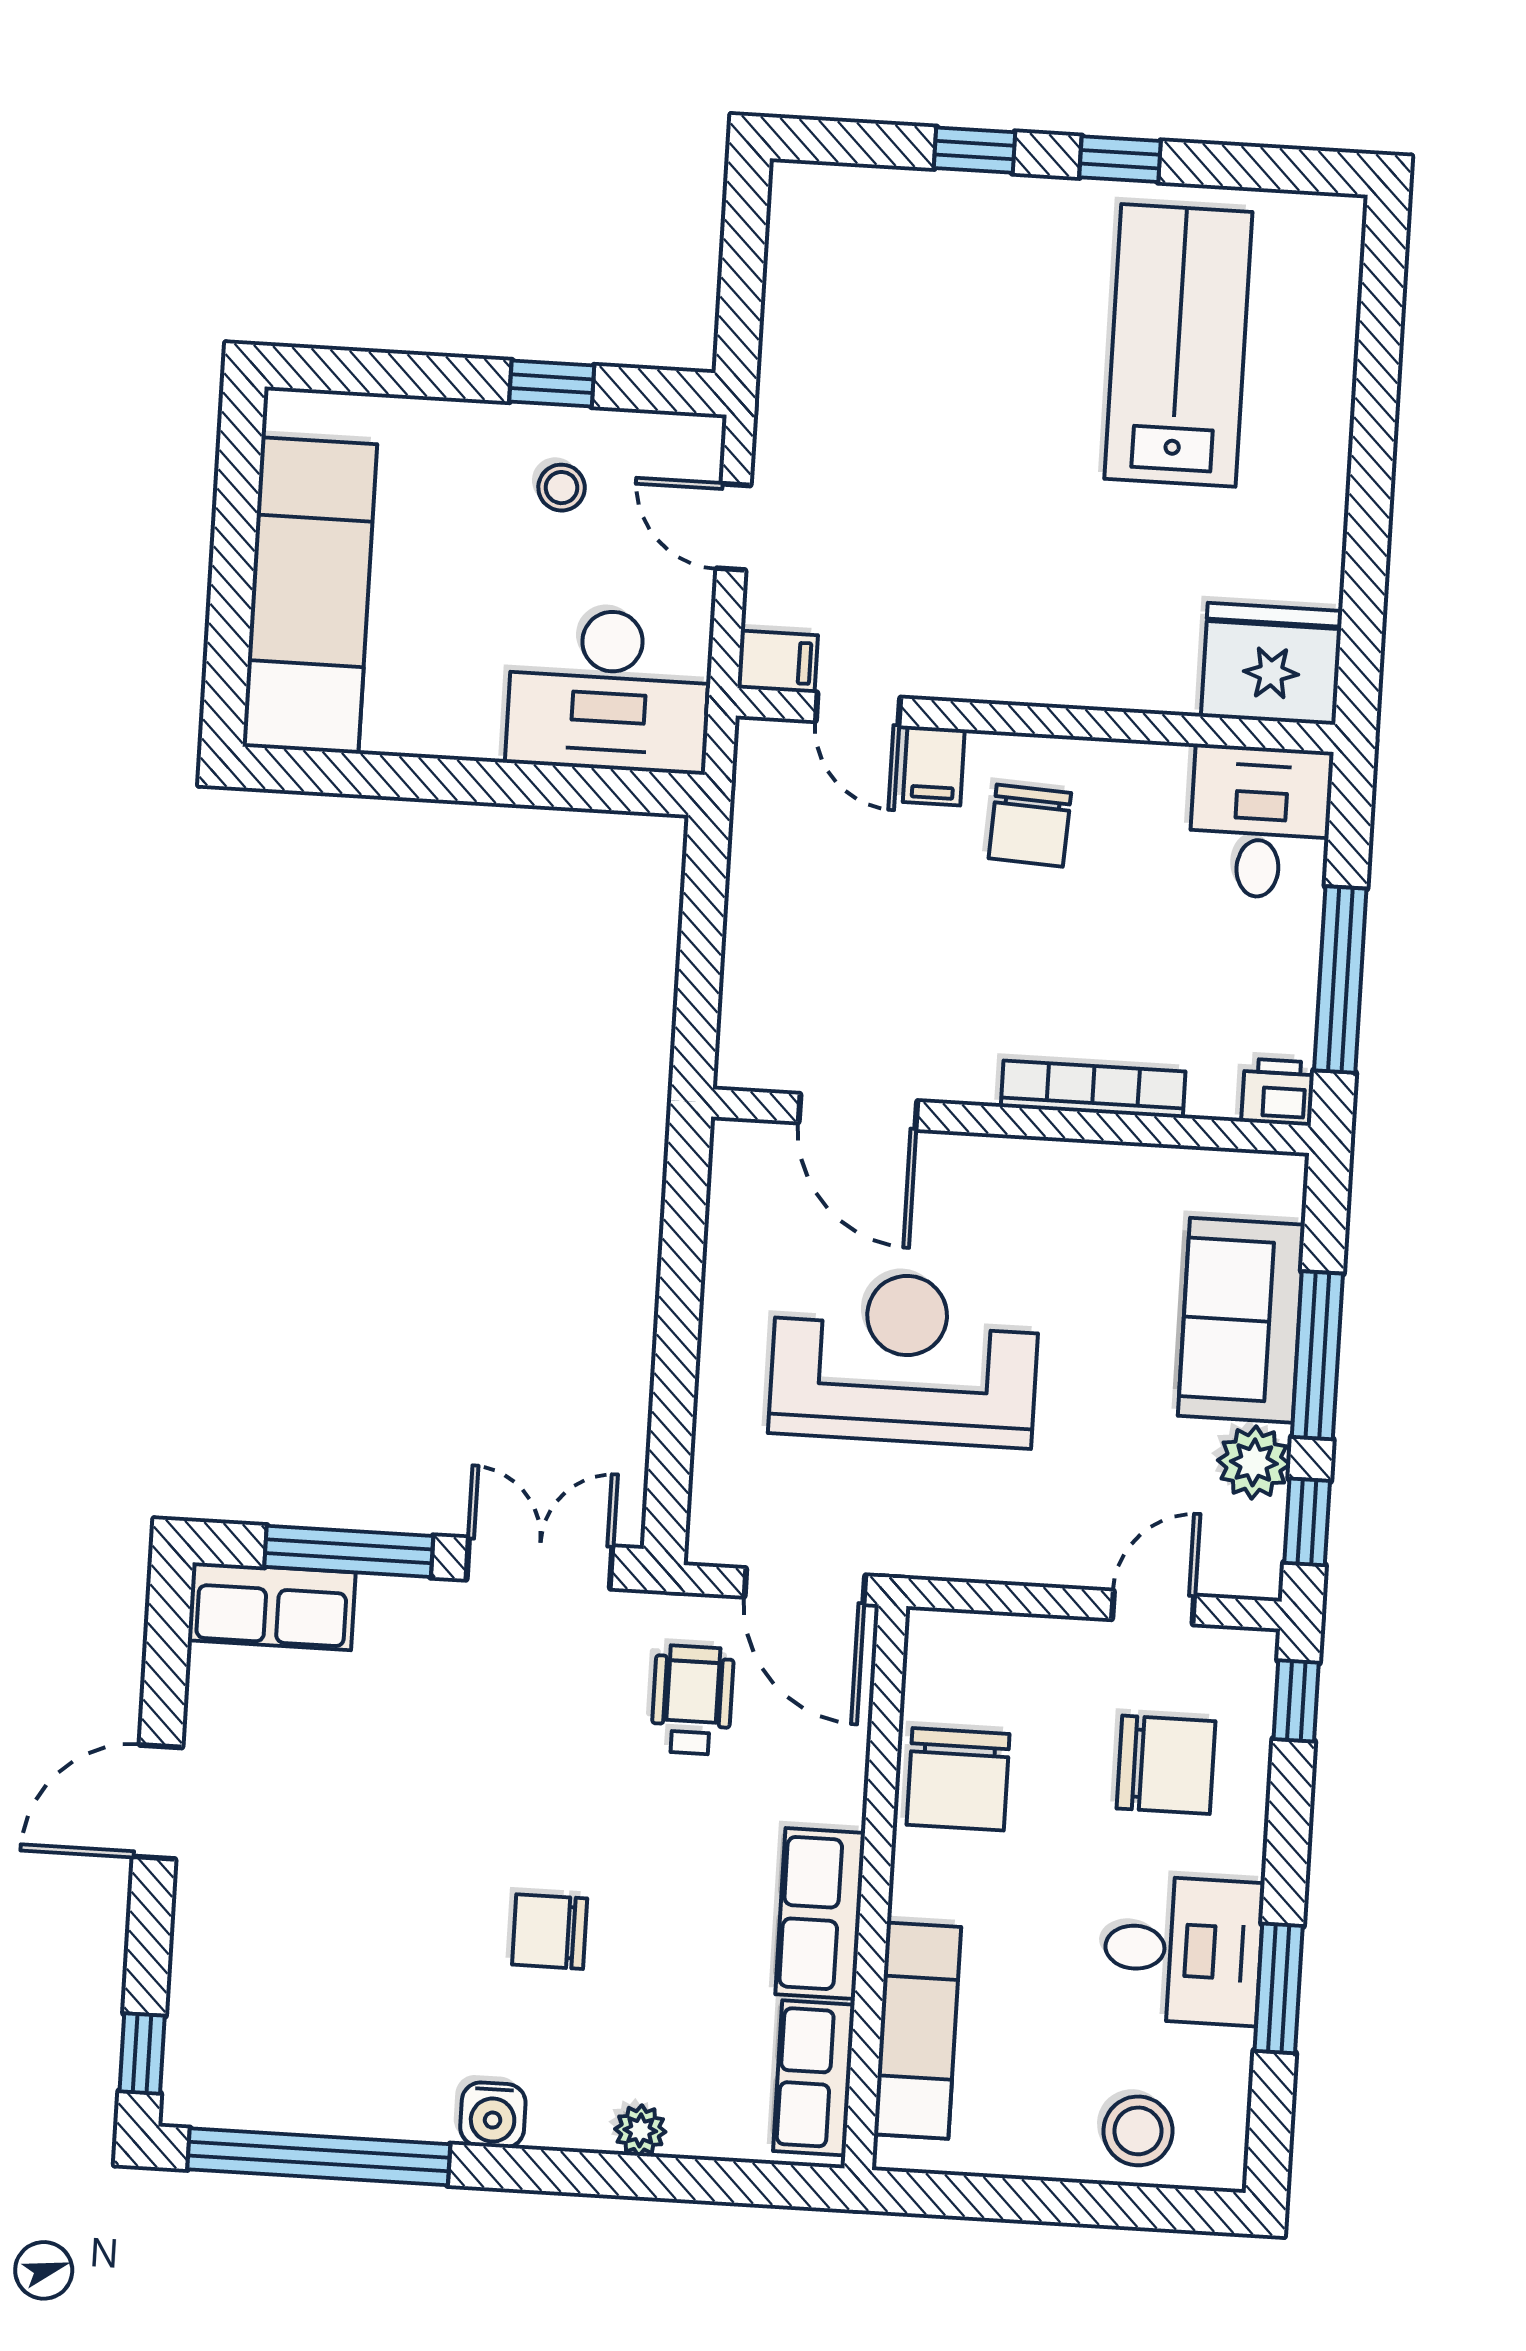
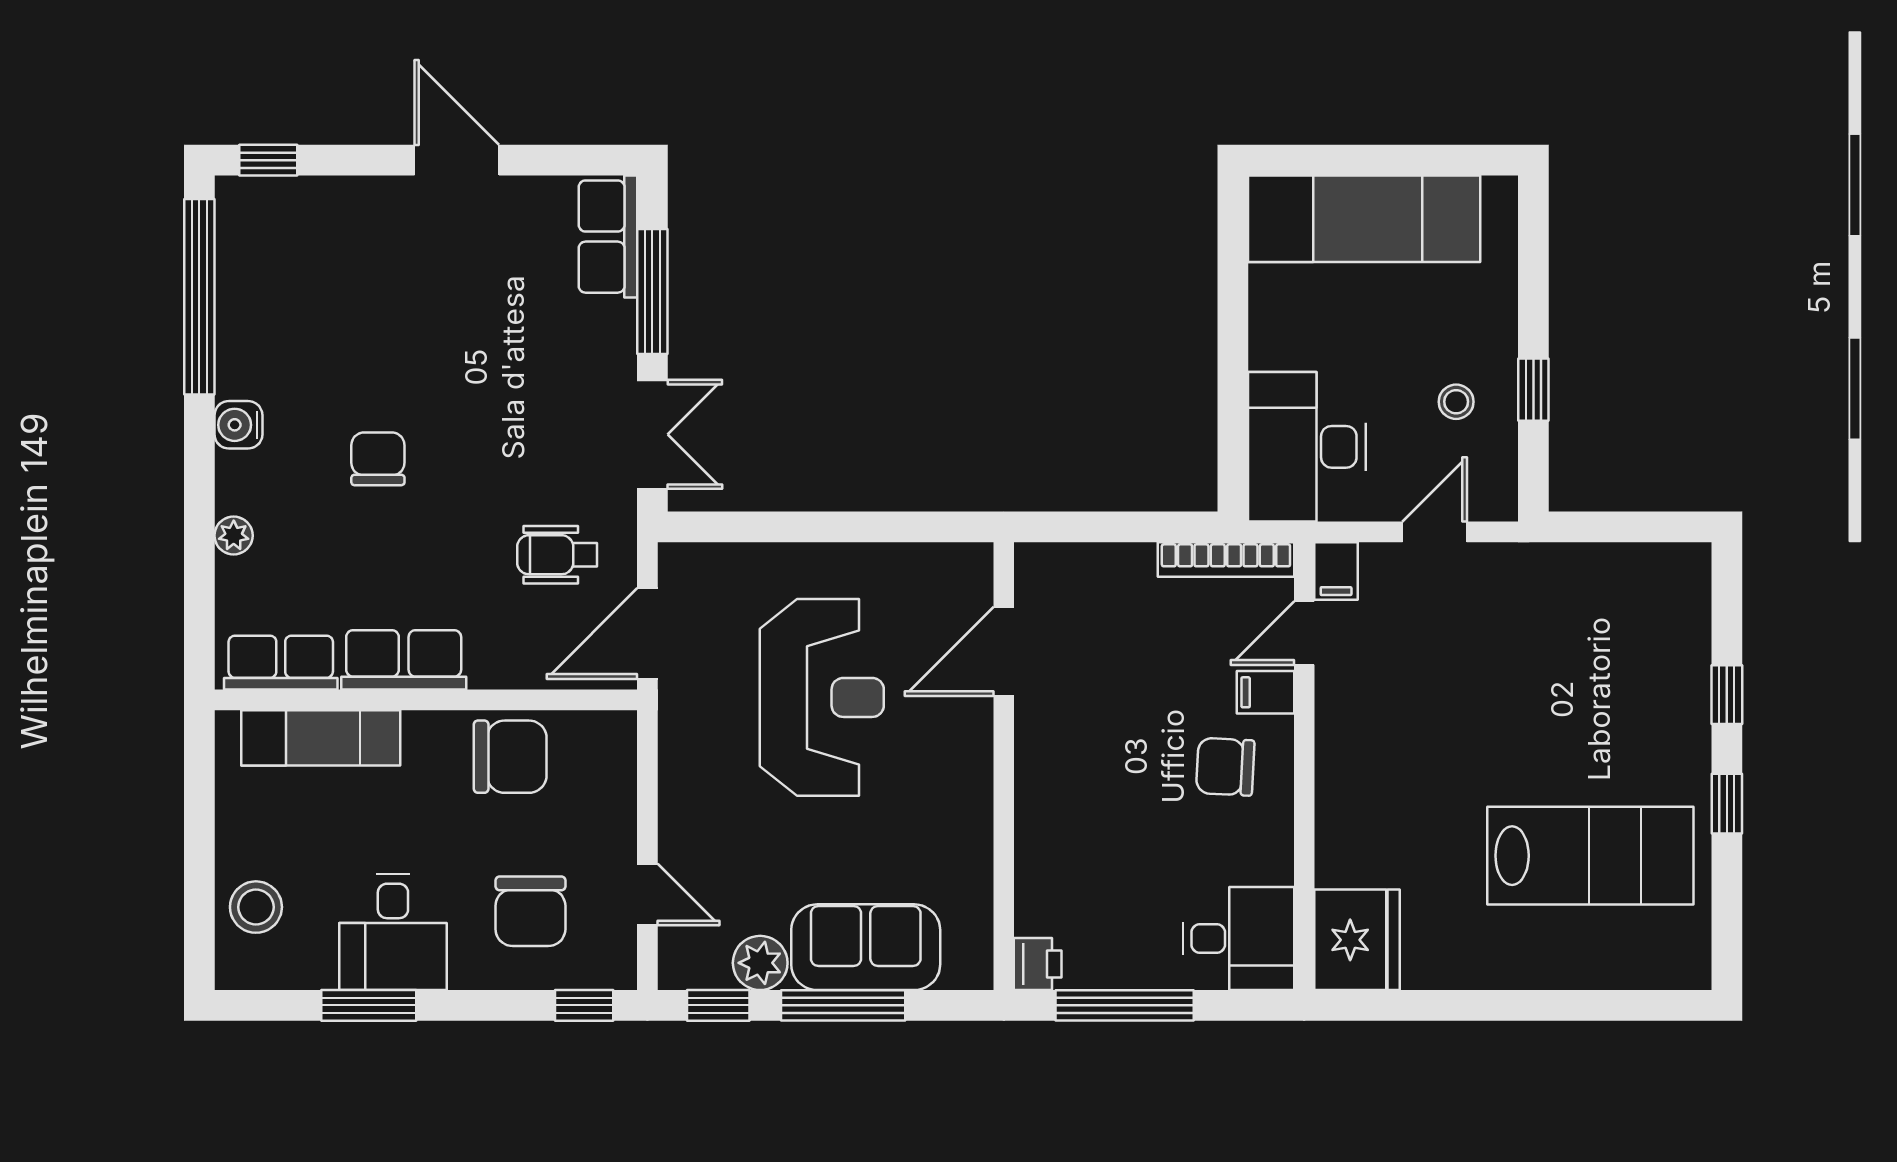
bookcase: (1093, 1089) -> (1226, 560), moved, turned 90
wheelchair: (692, 1700) -> (557, 555), turned 180
chair: (958, 1779) -> (510, 757), turned 180

